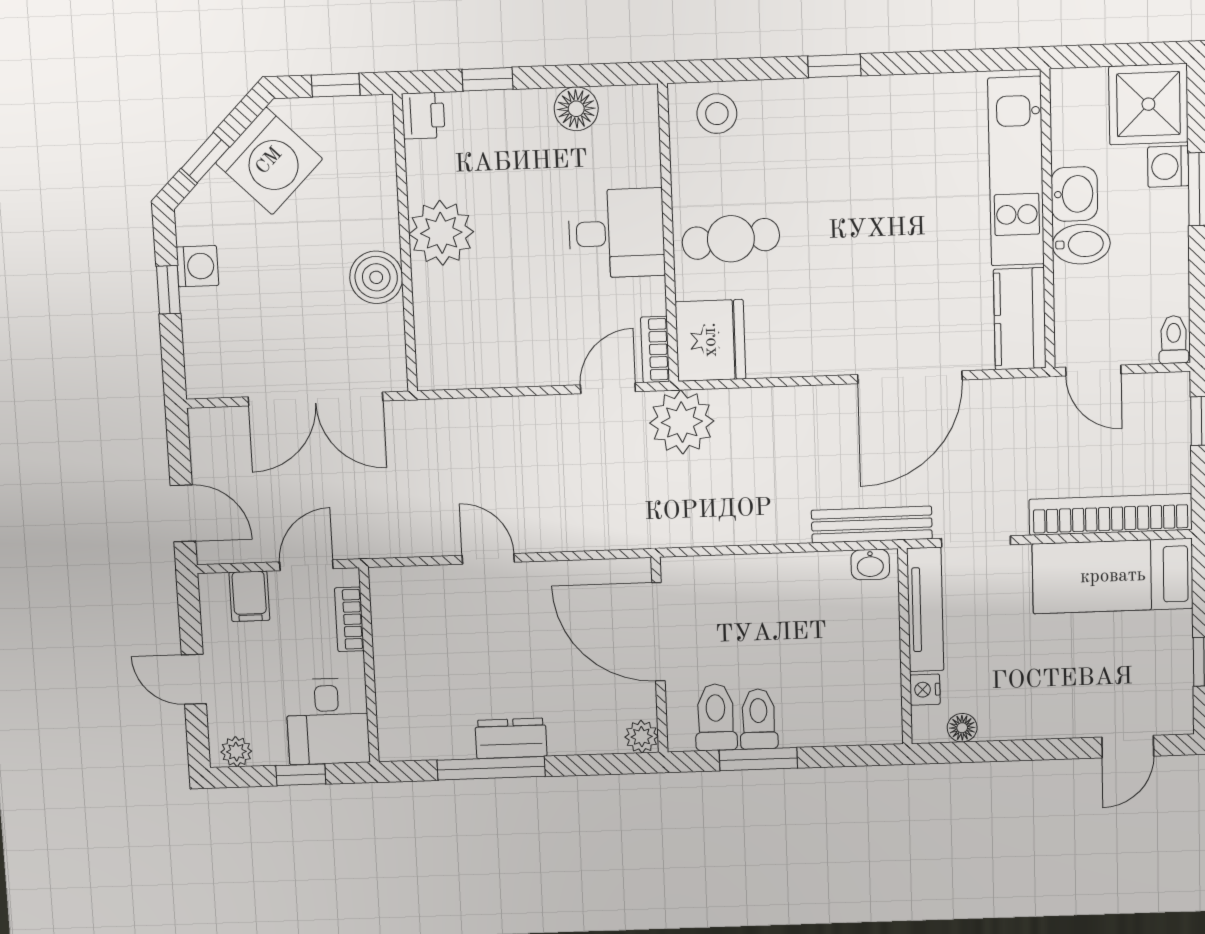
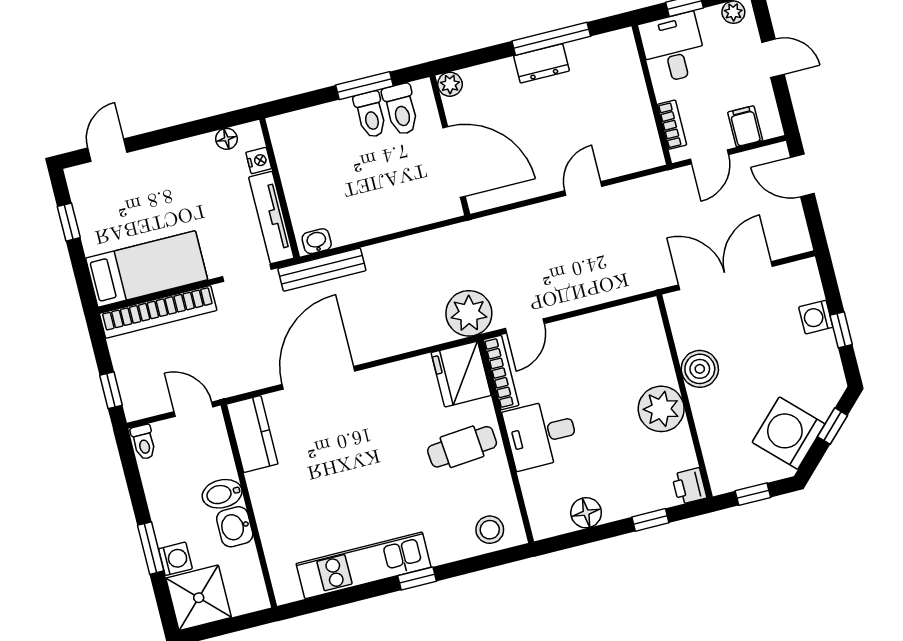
kitchen unit: (1016, 171) -> (364, 565), moved, turned -90
washing machine: (197, 266) -> (816, 317), moved
bookcase: (655, 349) -> (501, 372), width x1.56
door: (488, 559) -> (583, 189), swing flipped

